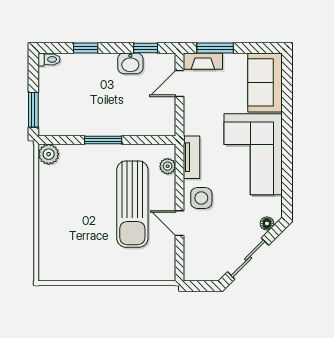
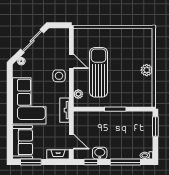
window: (86, 48) -> (125, 162), width x2.17
window: (215, 48) -> (31, 162), moved
door: (180, 83) -> (71, 142), hinge flipped
plant: (49, 154) -> (147, 70), moved
tv unit: (192, 157) -> (65, 110), moved

